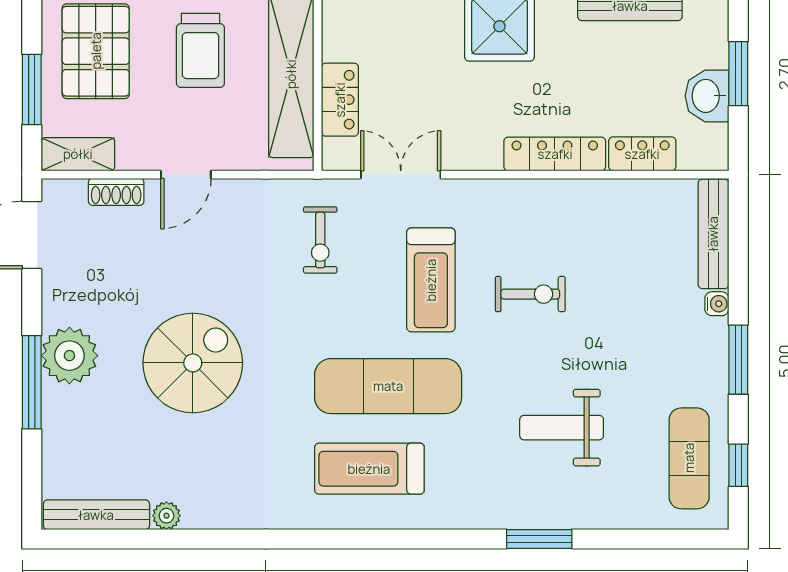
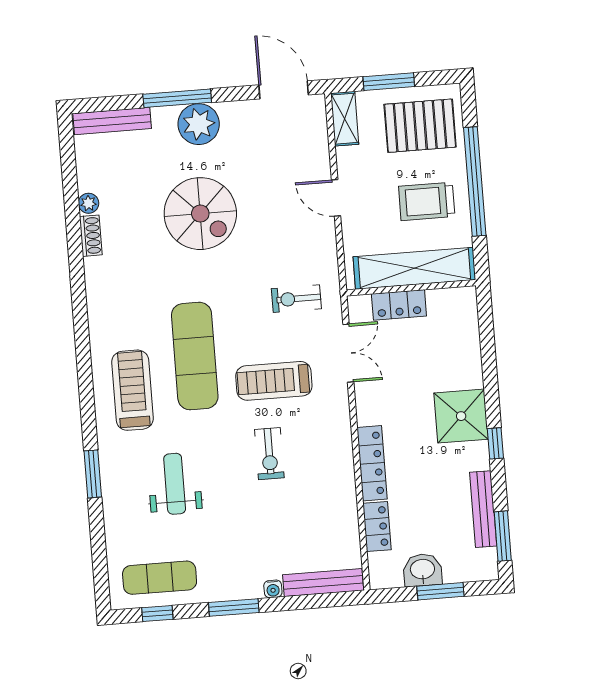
shoe rack: (116, 192) -> (91, 236), moved, turned 180
treadmill: (369, 469) -> (132, 390), moved
bench: (96, 515) -> (112, 121), moved, turned 90

